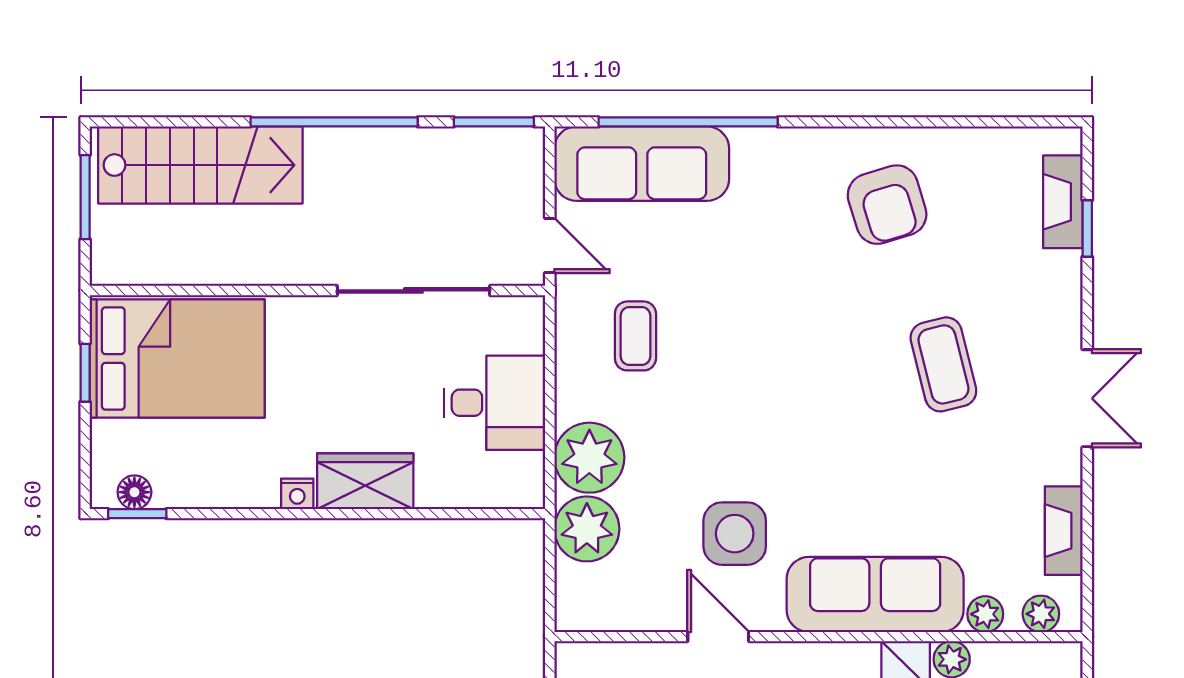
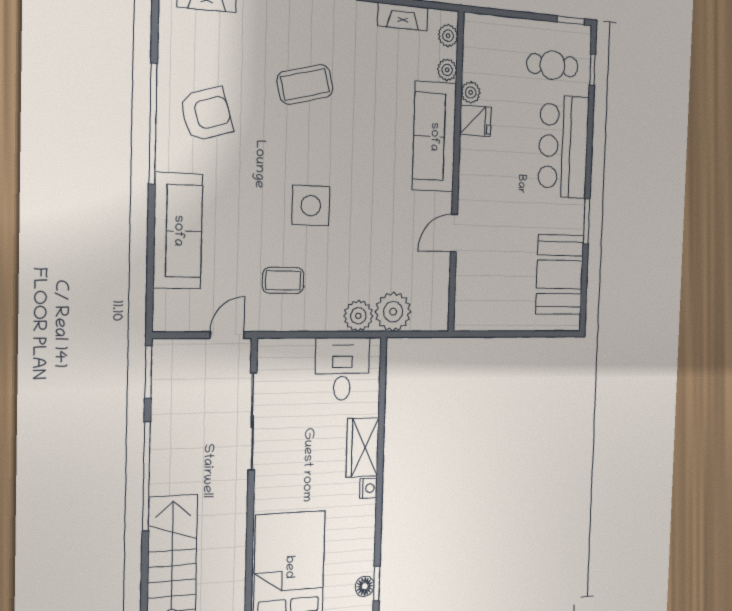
window: (688, 122) -> (153, 124), moved
sofa: (642, 164) -> (178, 231), moved
desk: (494, 403) -> (342, 369), moved
plant: (589, 458) -> (358, 316), width x0.73, depth x0.73
side table: (735, 534) -> (311, 206), moved

